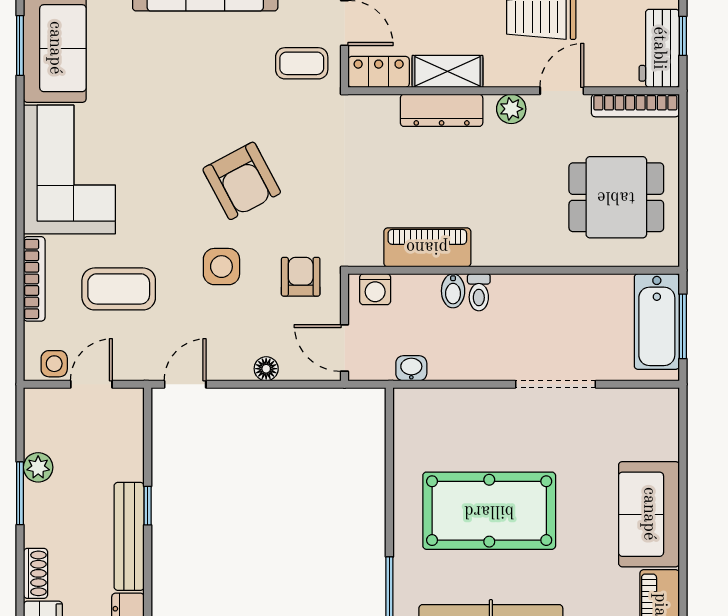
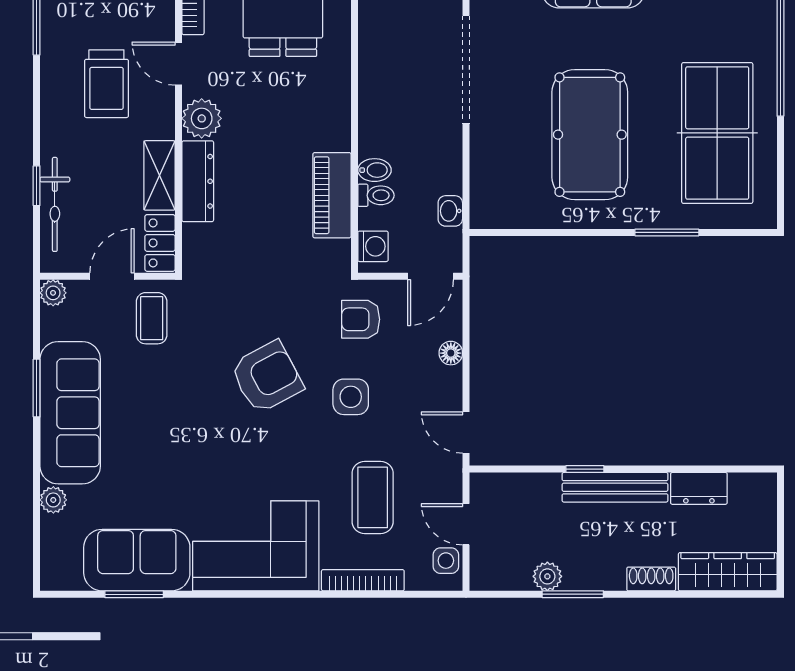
plant: (511, 109) -> (202, 118), width x1.38, depth x1.38
toilet: (479, 292) -> (376, 195), moved
doorway: (556, 384) -> (466, 70), width x1.36

